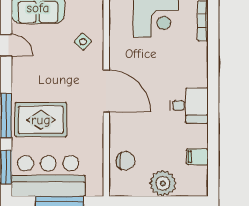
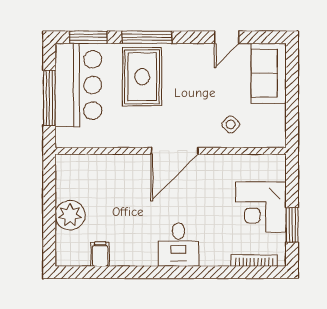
desk: (189, 105) -> (179, 245), moved
chair: (126, 161) -> (96, 173), removed

